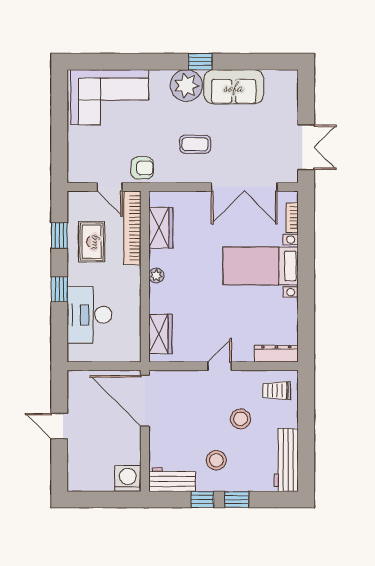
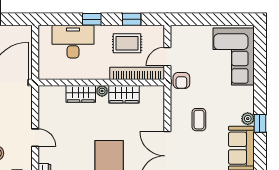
plant: (186, 85) -> (248, 119), width x0.53, depth x0.53
wardrobe: (161, 228) -> (124, 94), moved
wardrobe: (160, 334) -> (81, 94), moved

